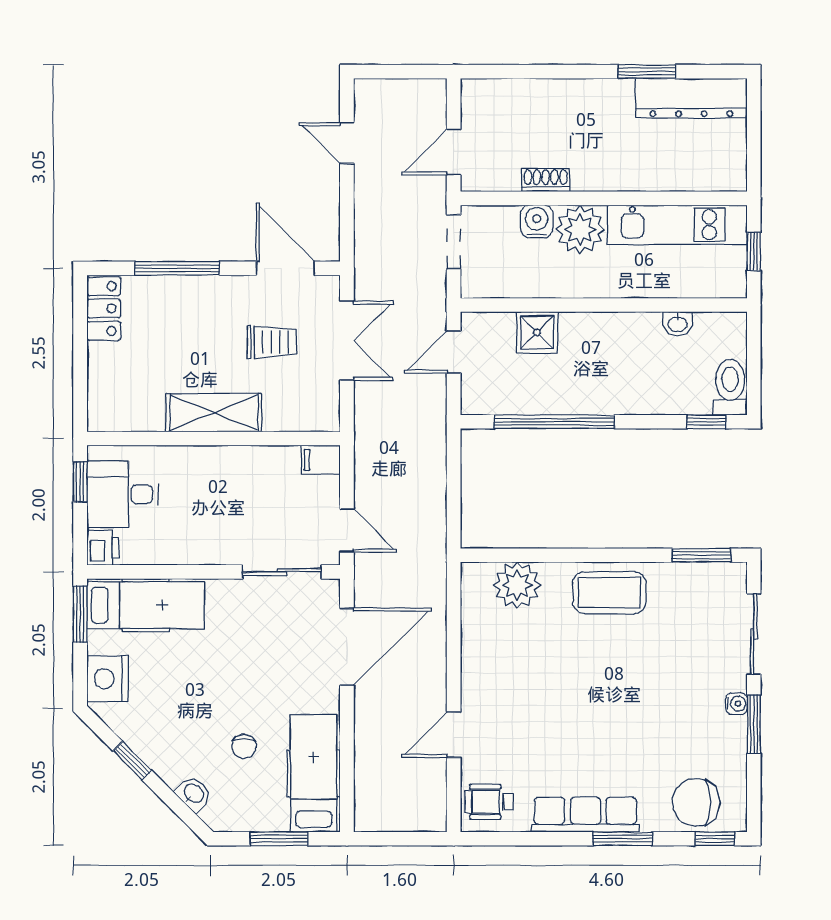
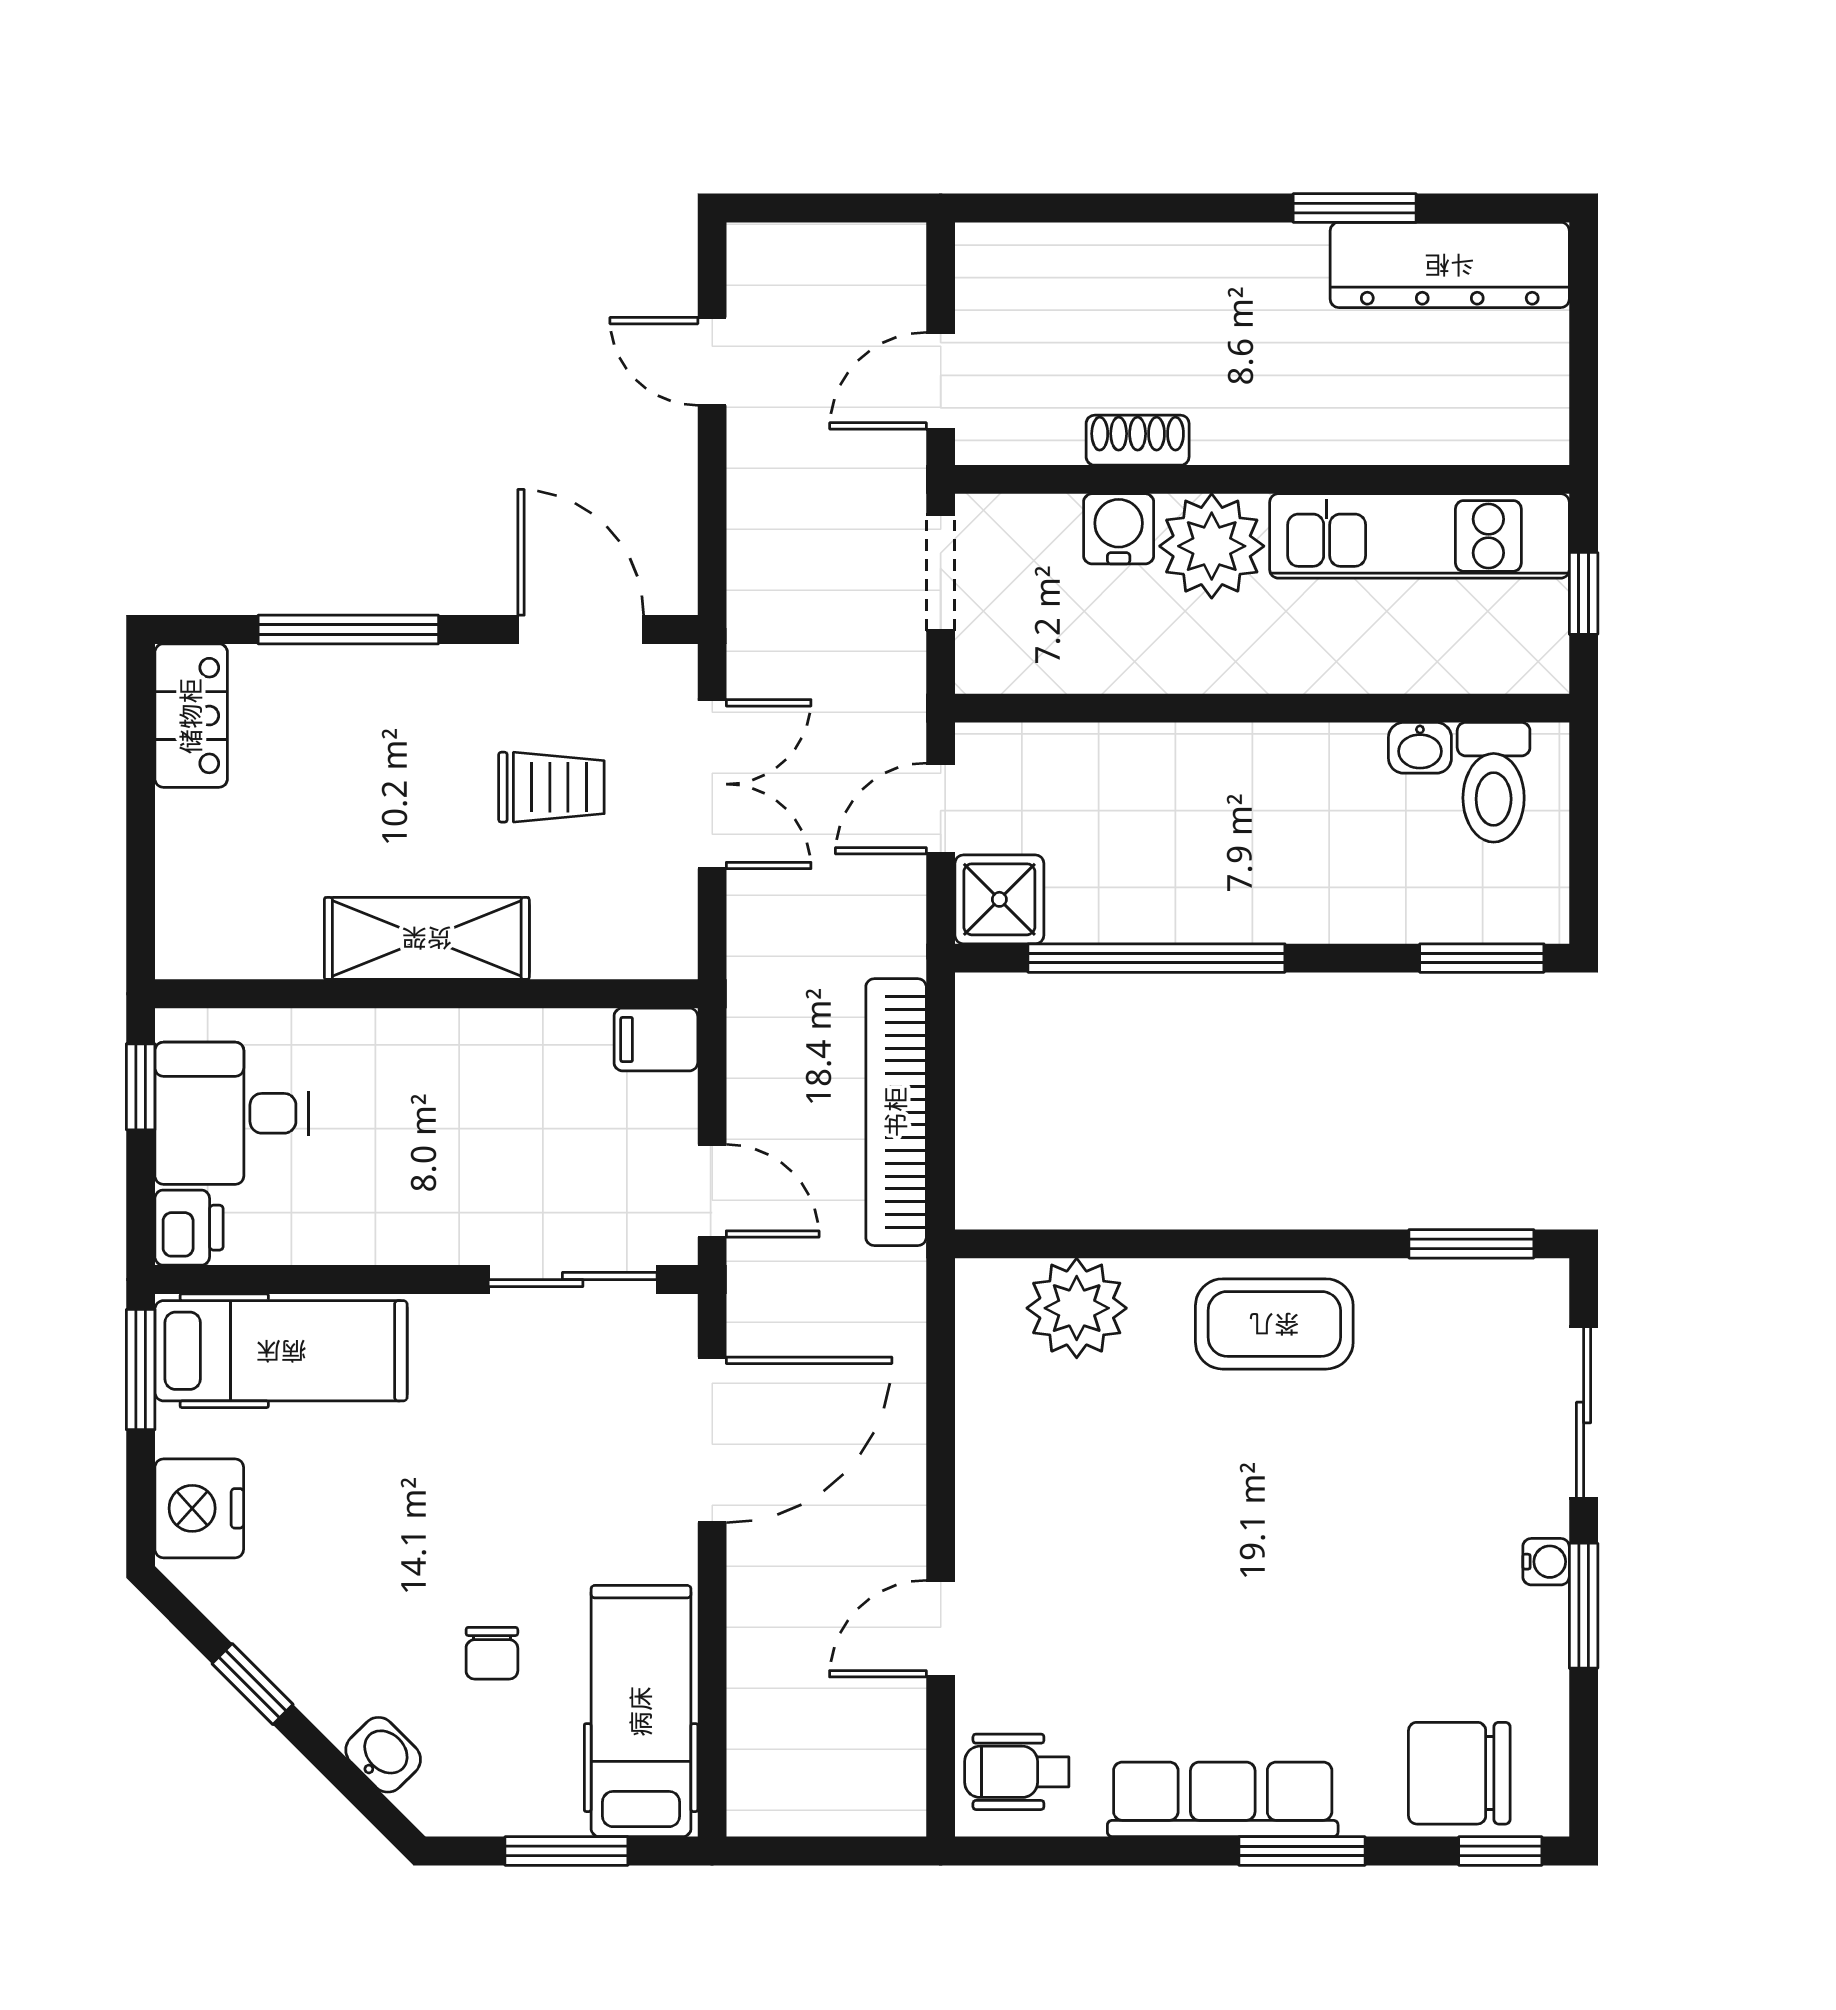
shower: (537, 332) -> (999, 899), moved
toilet: (730, 387) -> (1494, 782), moved, turned 180
window: (706, 422) -> (1482, 958), width x1.50
bookcase: (433, 494) -> (896, 1112), added

